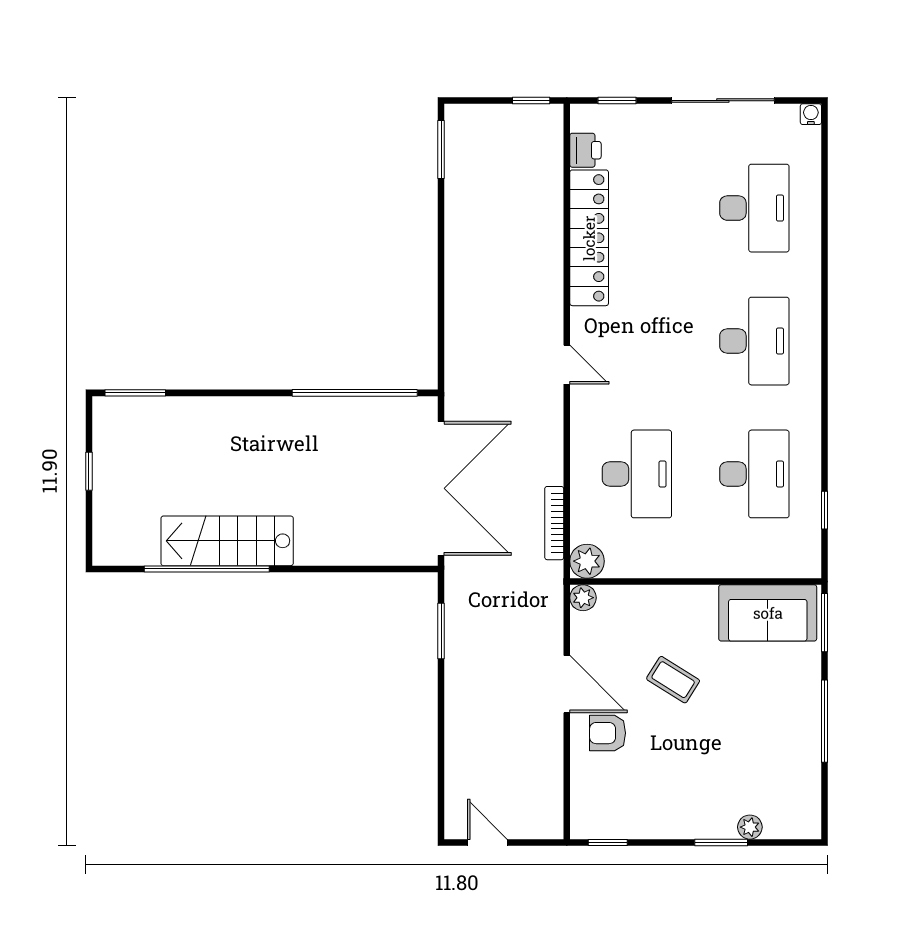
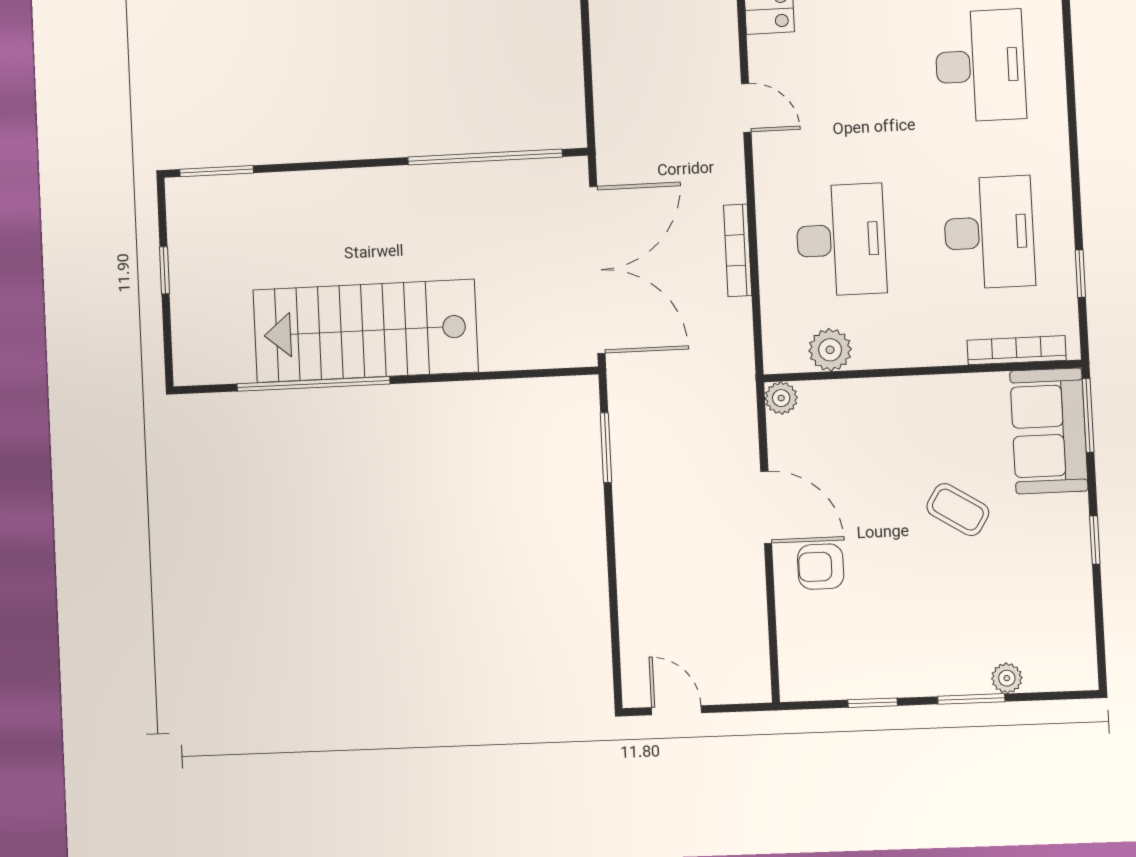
bookcase: (554, 523) -> (738, 250), moved
stairs: (227, 541) -> (365, 331), width x1.36, depth x1.51
plant: (587, 561) -> (830, 350), moved
bookcase: (771, 568) -> (1017, 350), added
sofa: (768, 613) -> (1049, 431), moved, turned 90
coffee table: (673, 680) -> (958, 510), moved
window: (825, 721) -> (1095, 540), width x0.46
window: (608, 842) -> (873, 703), moved

